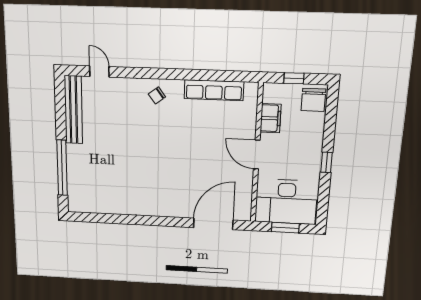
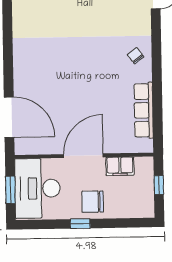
chair: (313, 100) -> (93, 202), moved
door: (257, 155) -> (84, 156), width x1.36

